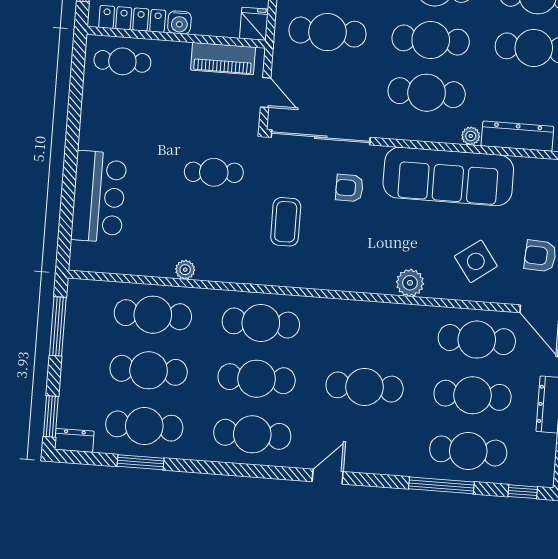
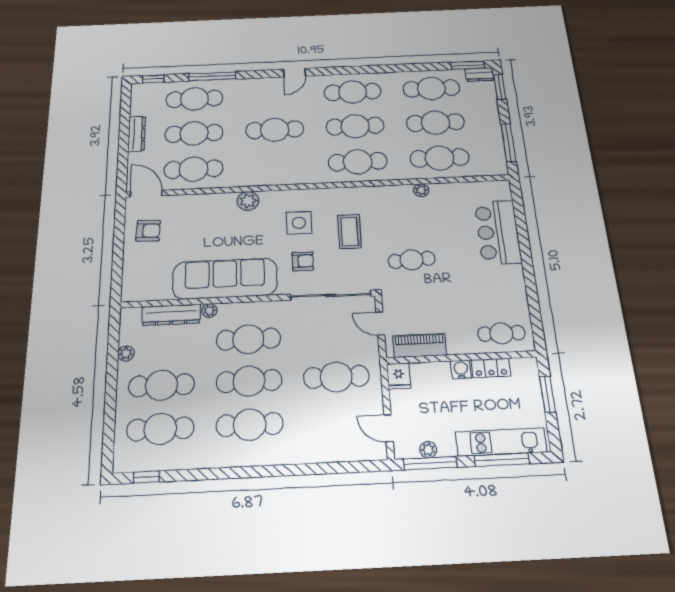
locker: (132, 19) -> (491, 368), width x0.66
side table: (476, 261) -> (299, 223), moved, turned 36
window: (141, 462) -> (468, 65), moved

